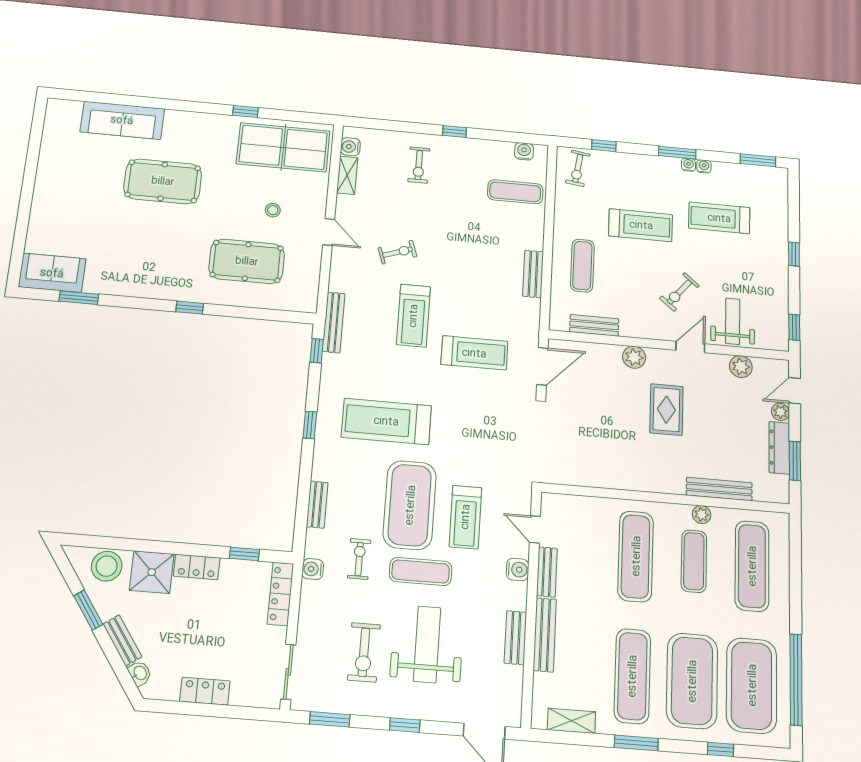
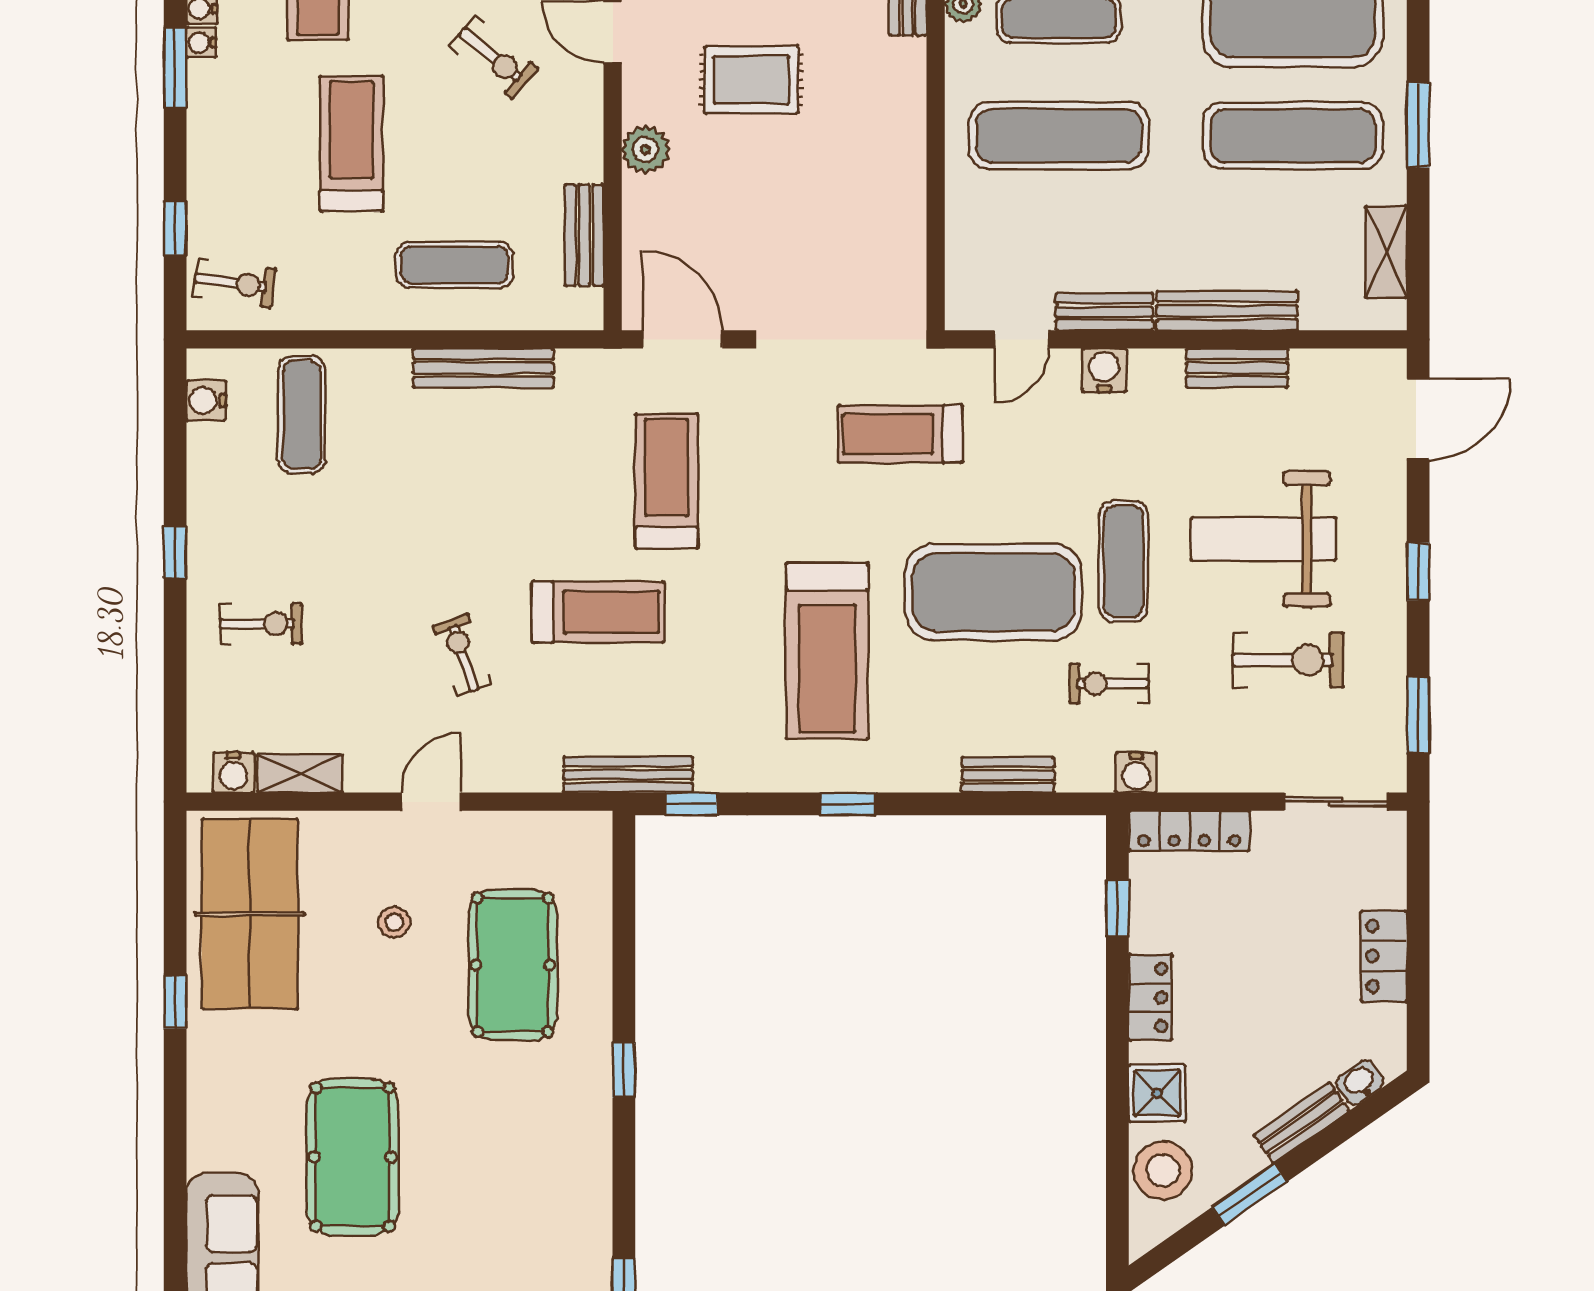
bench: (533, 274) -> (483, 368), width x1.36
treadmill: (465, 517) -> (900, 434), moved, turned 180
shower: (152, 572) -> (1157, 1093), width x0.73, depth x0.73

